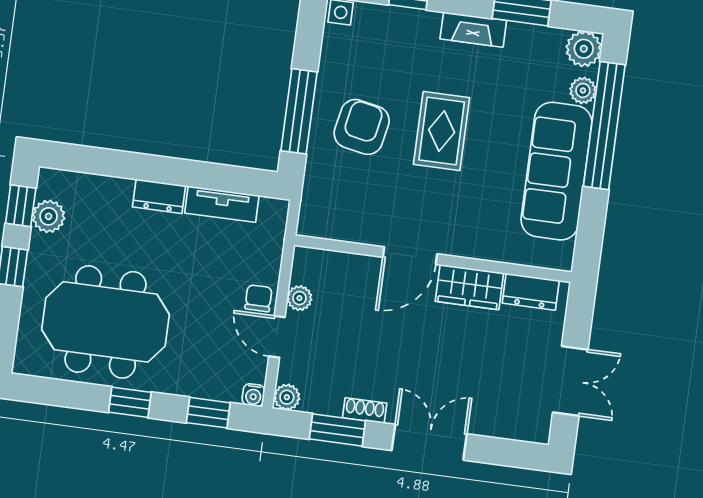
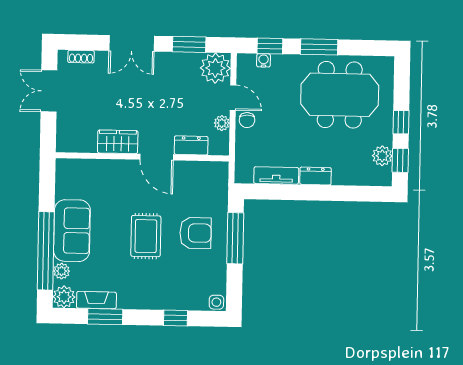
fireplace: (473, 30) -> (96, 300), moved
armchair: (362, 127) -> (195, 233), turned -101
sofa: (556, 171) -> (72, 231), width x0.73
door: (410, 256) -> (157, 157), swing flipped
dresser: (531, 292) -> (191, 145), moved
water cooler: (253, 395) -> (263, 60), moved
plant: (287, 397) -> (215, 68), width x1.87, depth x1.87
window: (130, 402) -> (319, 47), width x1.50
shoe rack: (365, 410) -> (81, 57), moved

